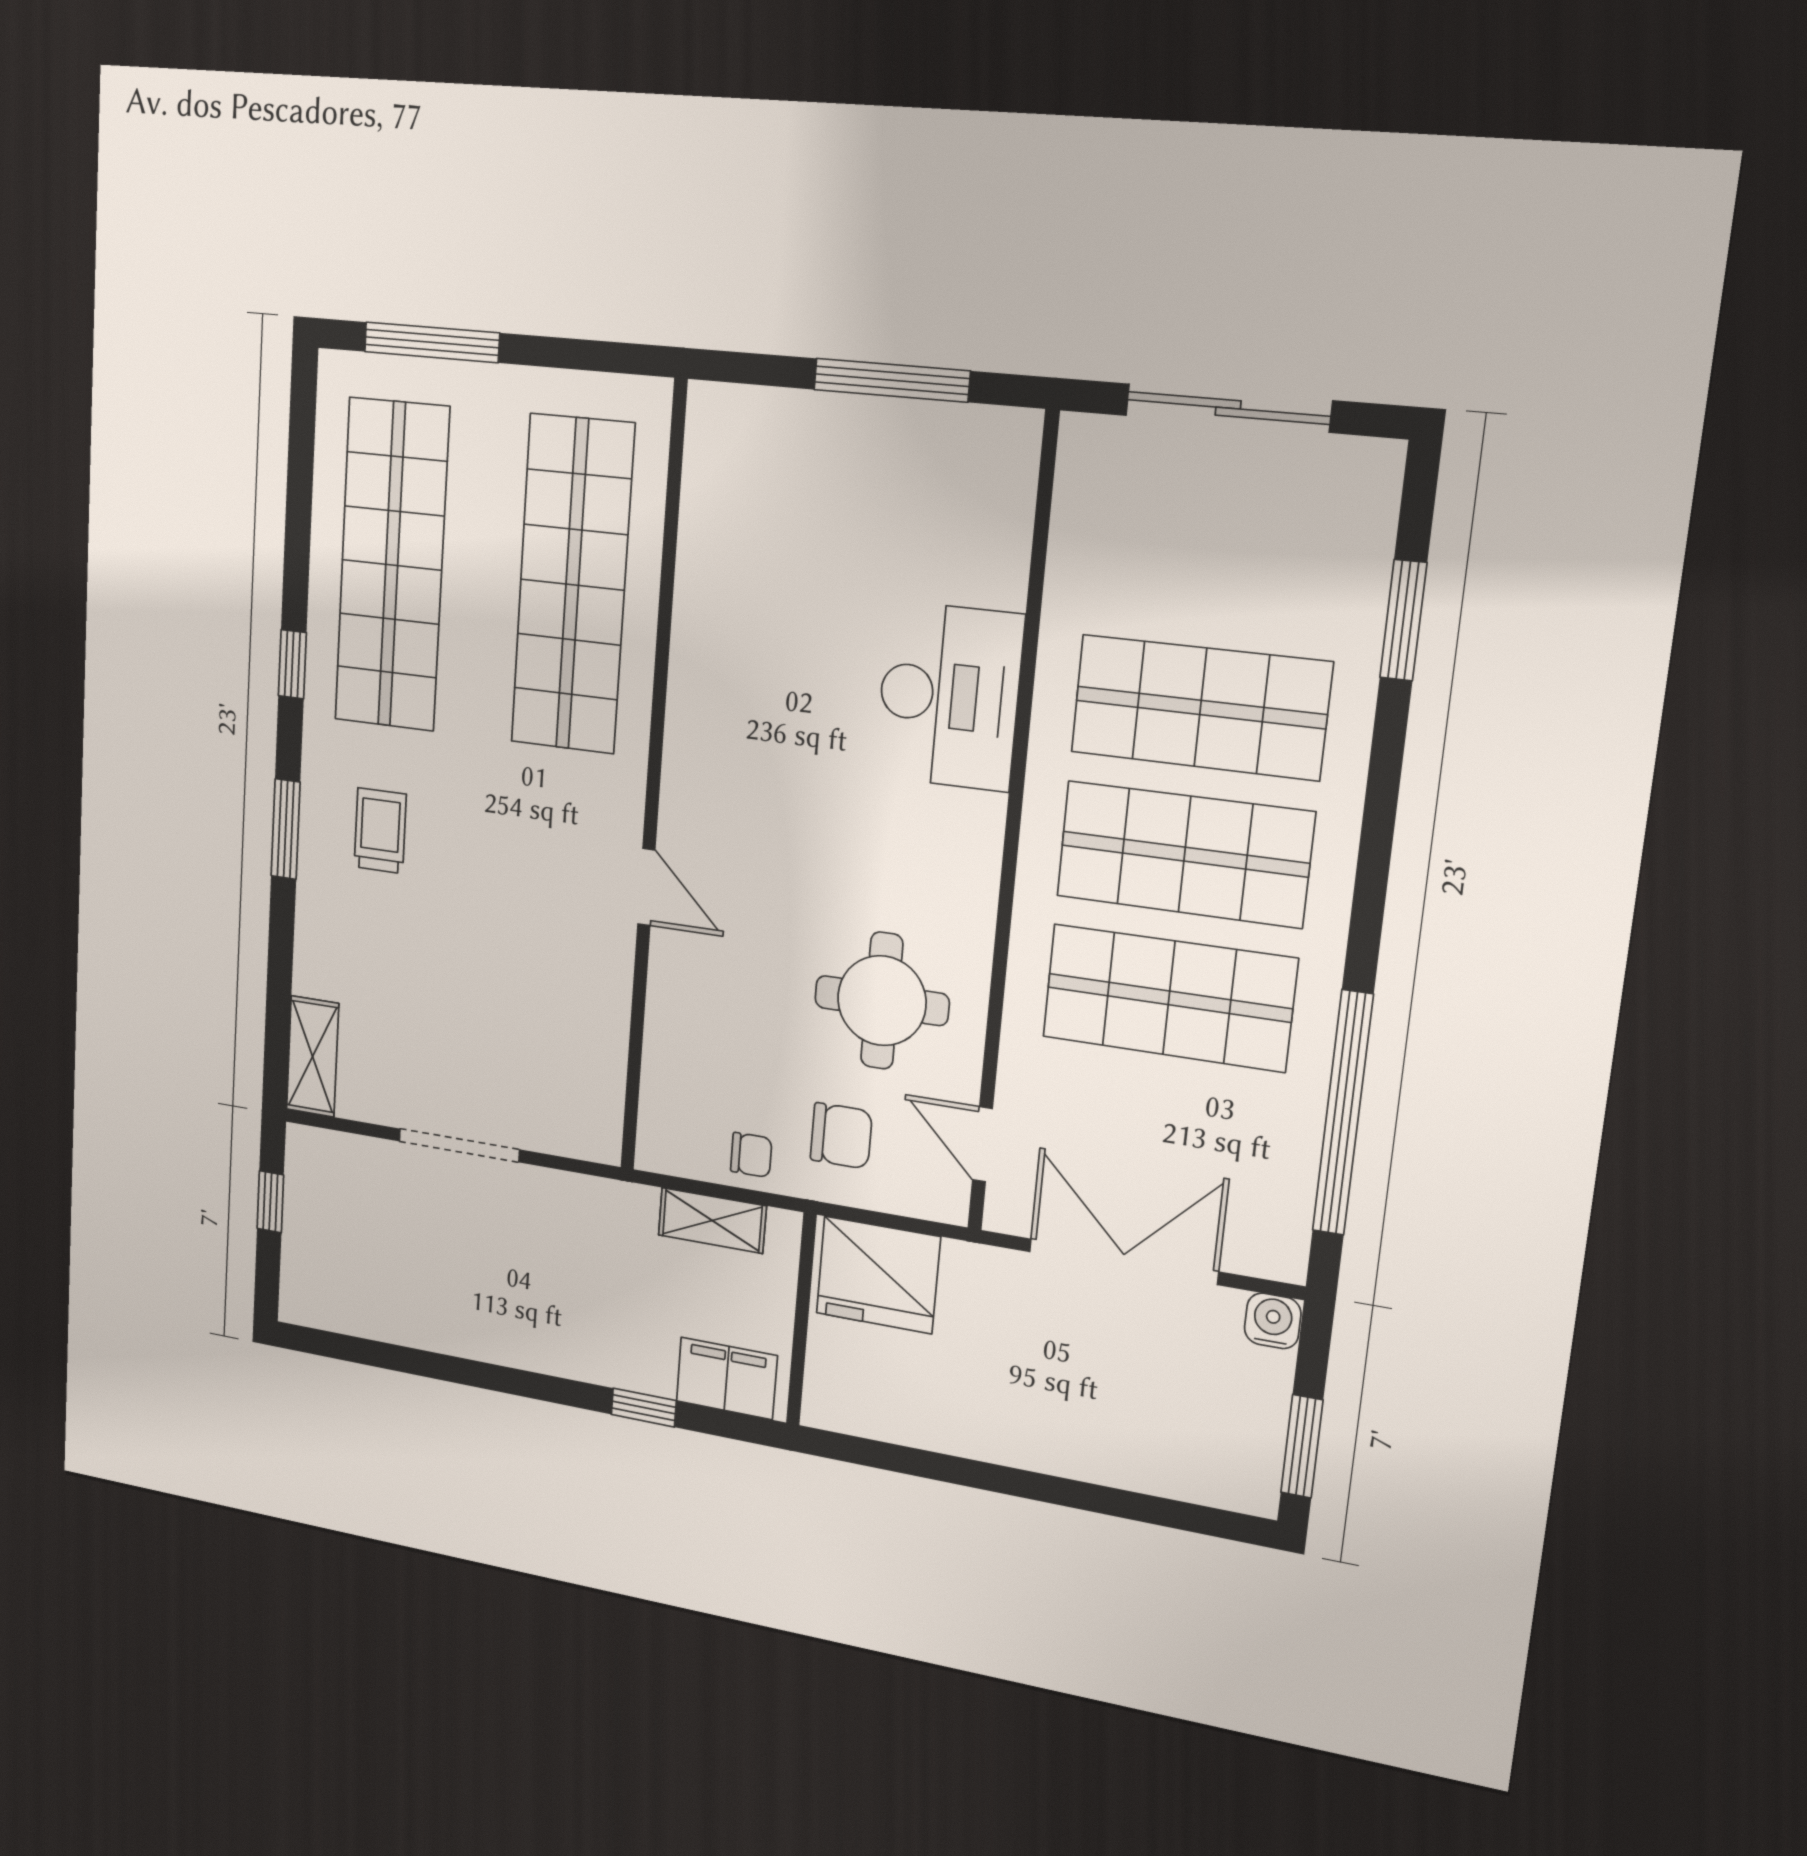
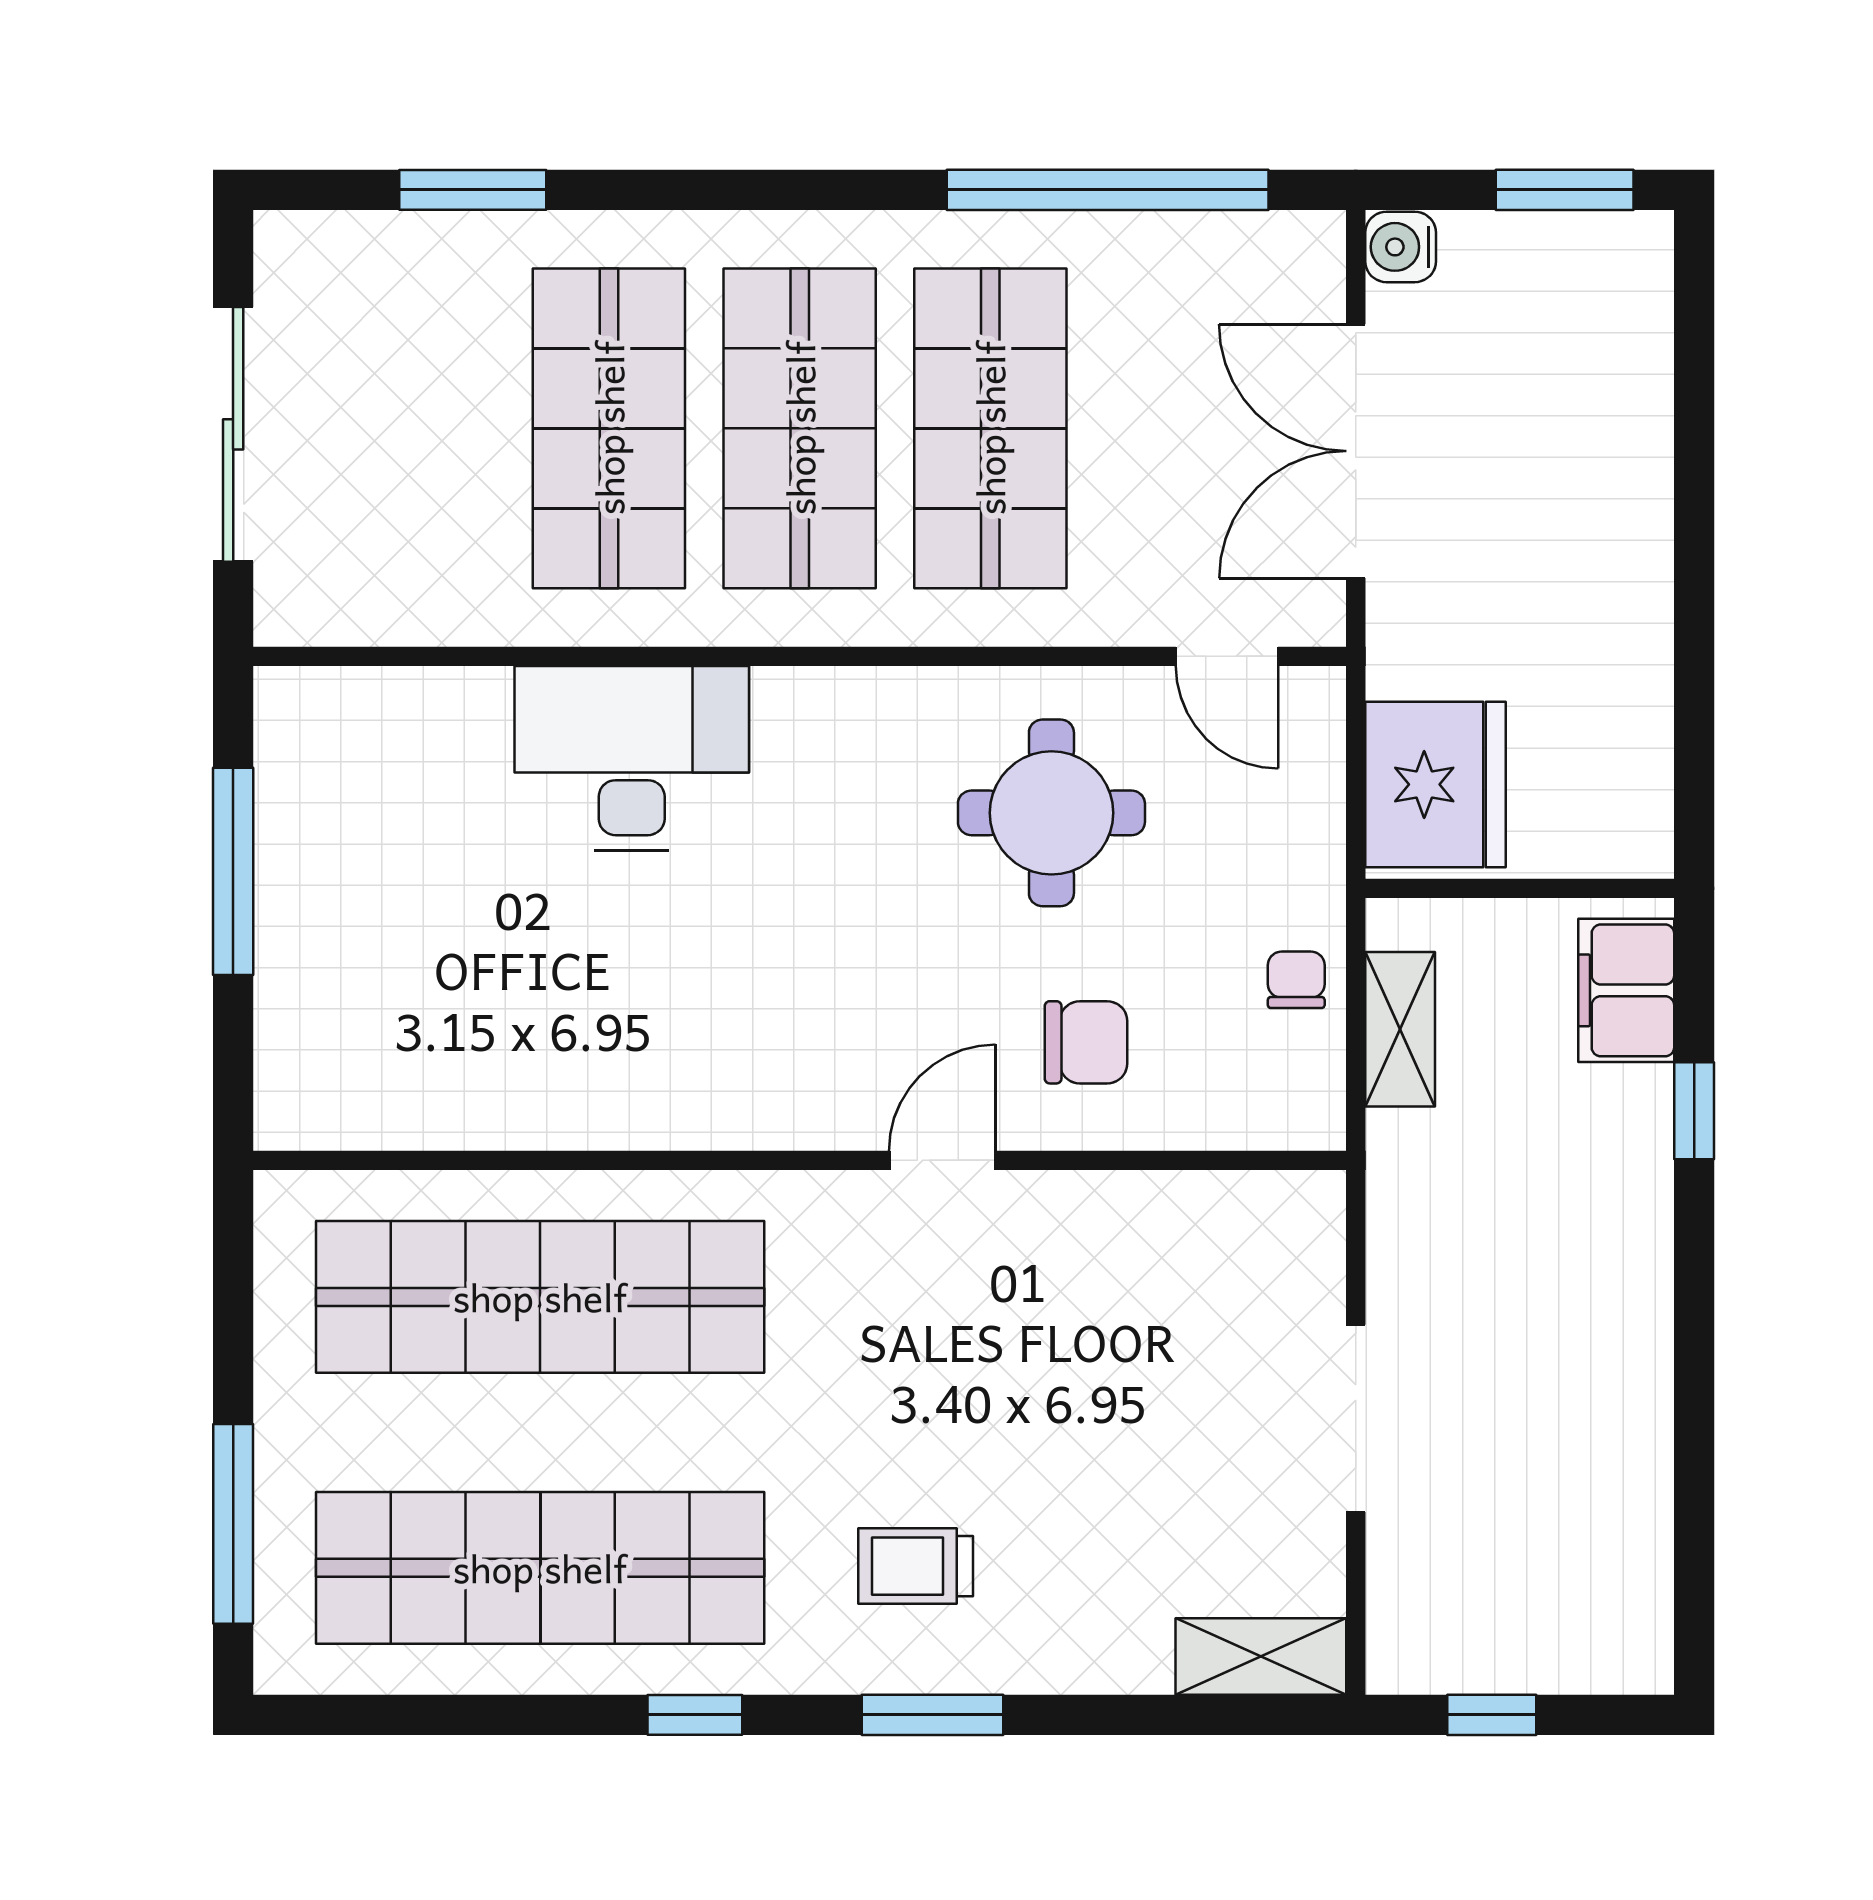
chair: (841, 1136) -> (1086, 1042), moved, turned 90
door: (983, 1144) -> (1227, 656), hinge flipped

